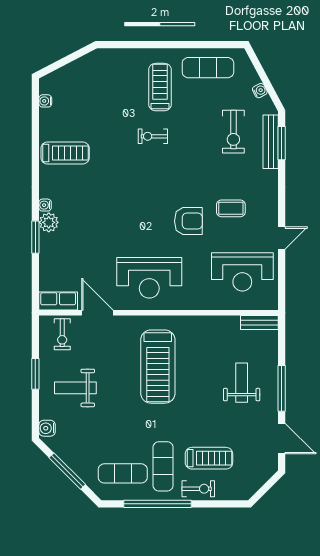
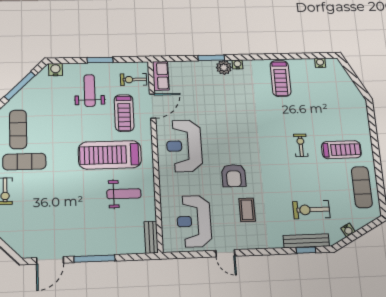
window: (282, 143) -> (306, 250), width x0.67
weight bench: (242, 383) -> (124, 194), moved
treadmill: (209, 458) -> (124, 113), moved

